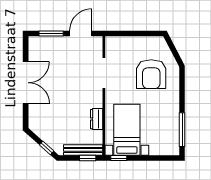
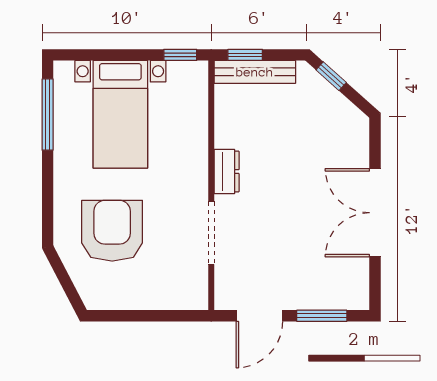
dresser: (97, 119) -> (227, 172), moved
bed with nightstands: (127, 130) -> (120, 114), moved

